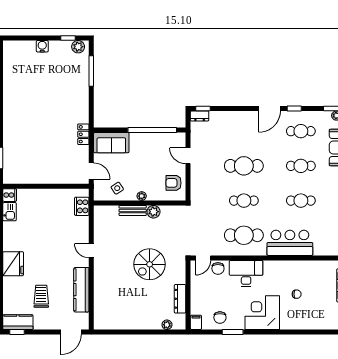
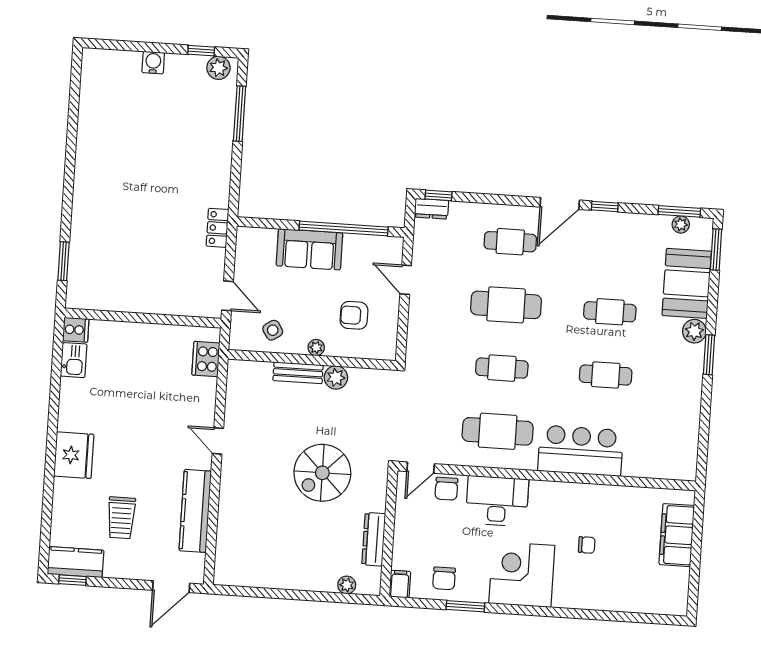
cafe table: (301, 131) -> (510, 242), moved
sofa: (111, 143) -> (309, 249), moved
armchair: (174, 183) -> (354, 315), moved
trolley: (41, 296) -> (121, 518), turned 180

